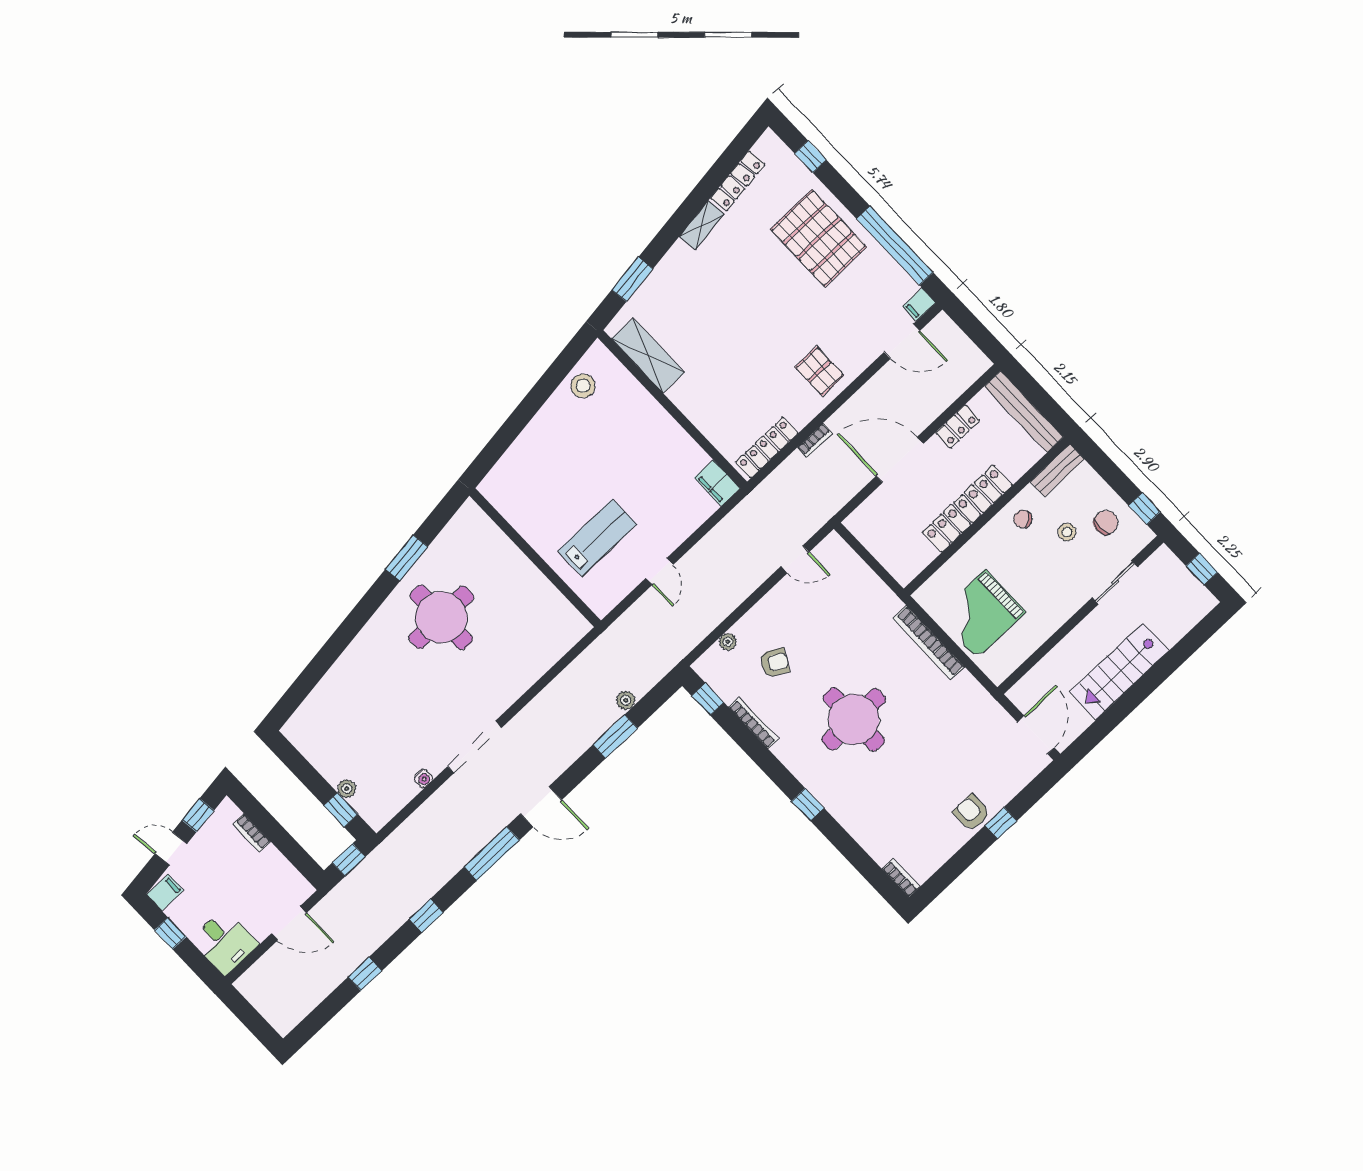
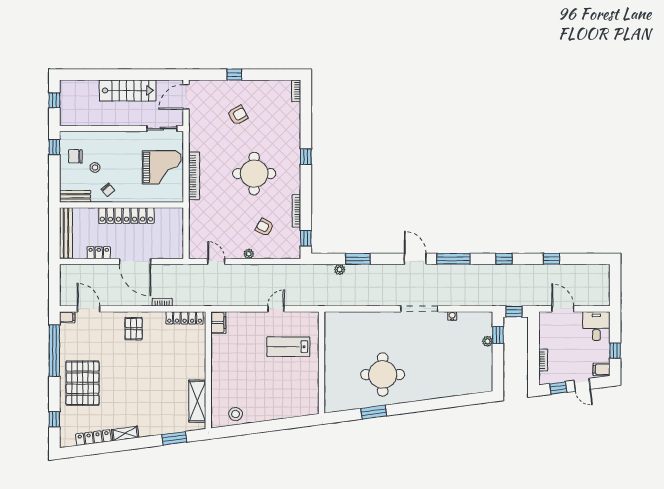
sliding door: (1115, 582) -> (162, 129), moved
plant: (728, 642) -> (249, 254), moved
armchair: (971, 813) -> (238, 115), moved, turned -118

